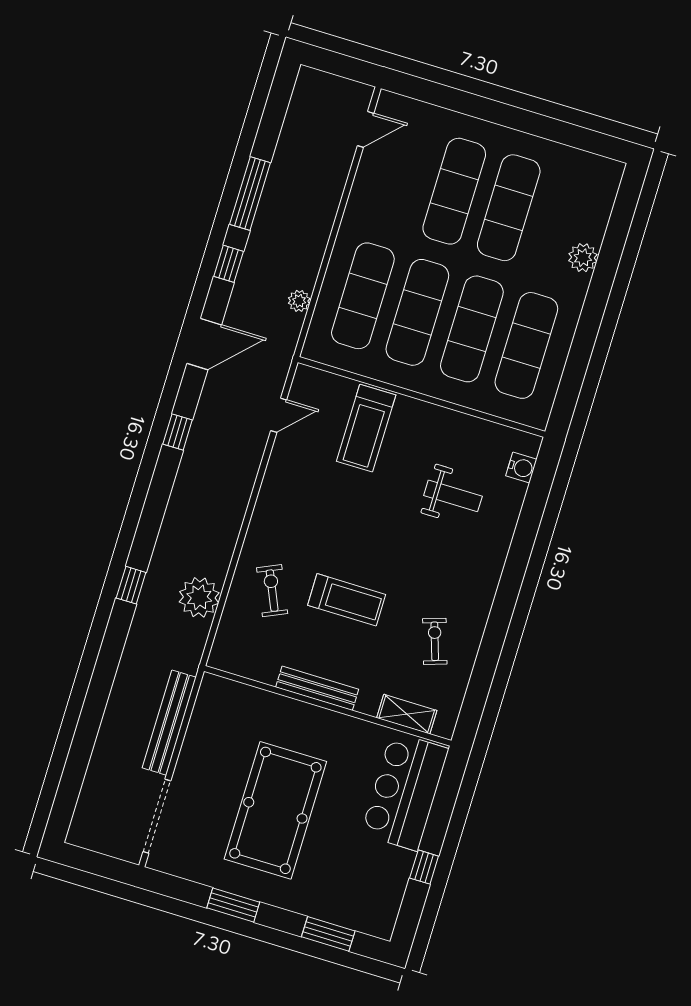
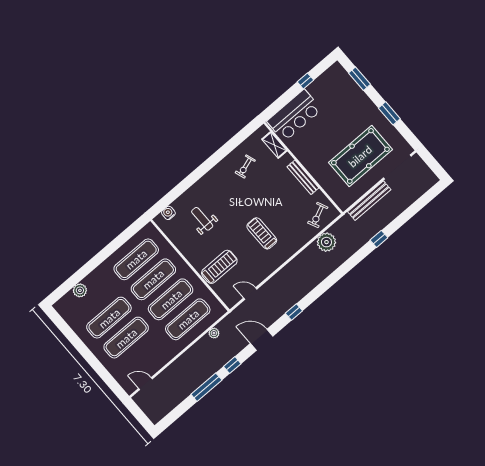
plant: (583, 258) -> (80, 290), moved
window: (131, 585) -> (379, 239), moved
exercise bike: (272, 591) -> (318, 215), moved
treadmill: (347, 600) -> (262, 233), moved
pool table: (275, 810) -> (360, 156), moved

